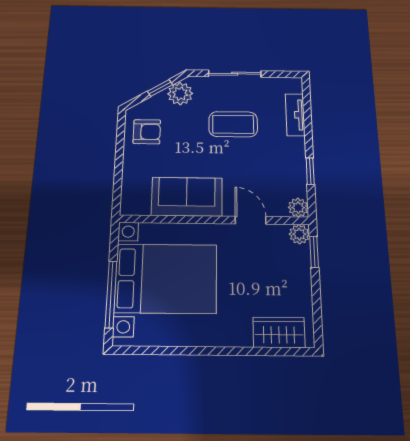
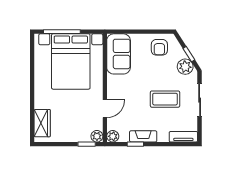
tv unit: (295, 115) -> (183, 137), moved
coffee table: (233, 124) -> (165, 99), turned 90
fireplace: (296, 159) -> (143, 136), added
sofa: (187, 197) -> (119, 54), moved

